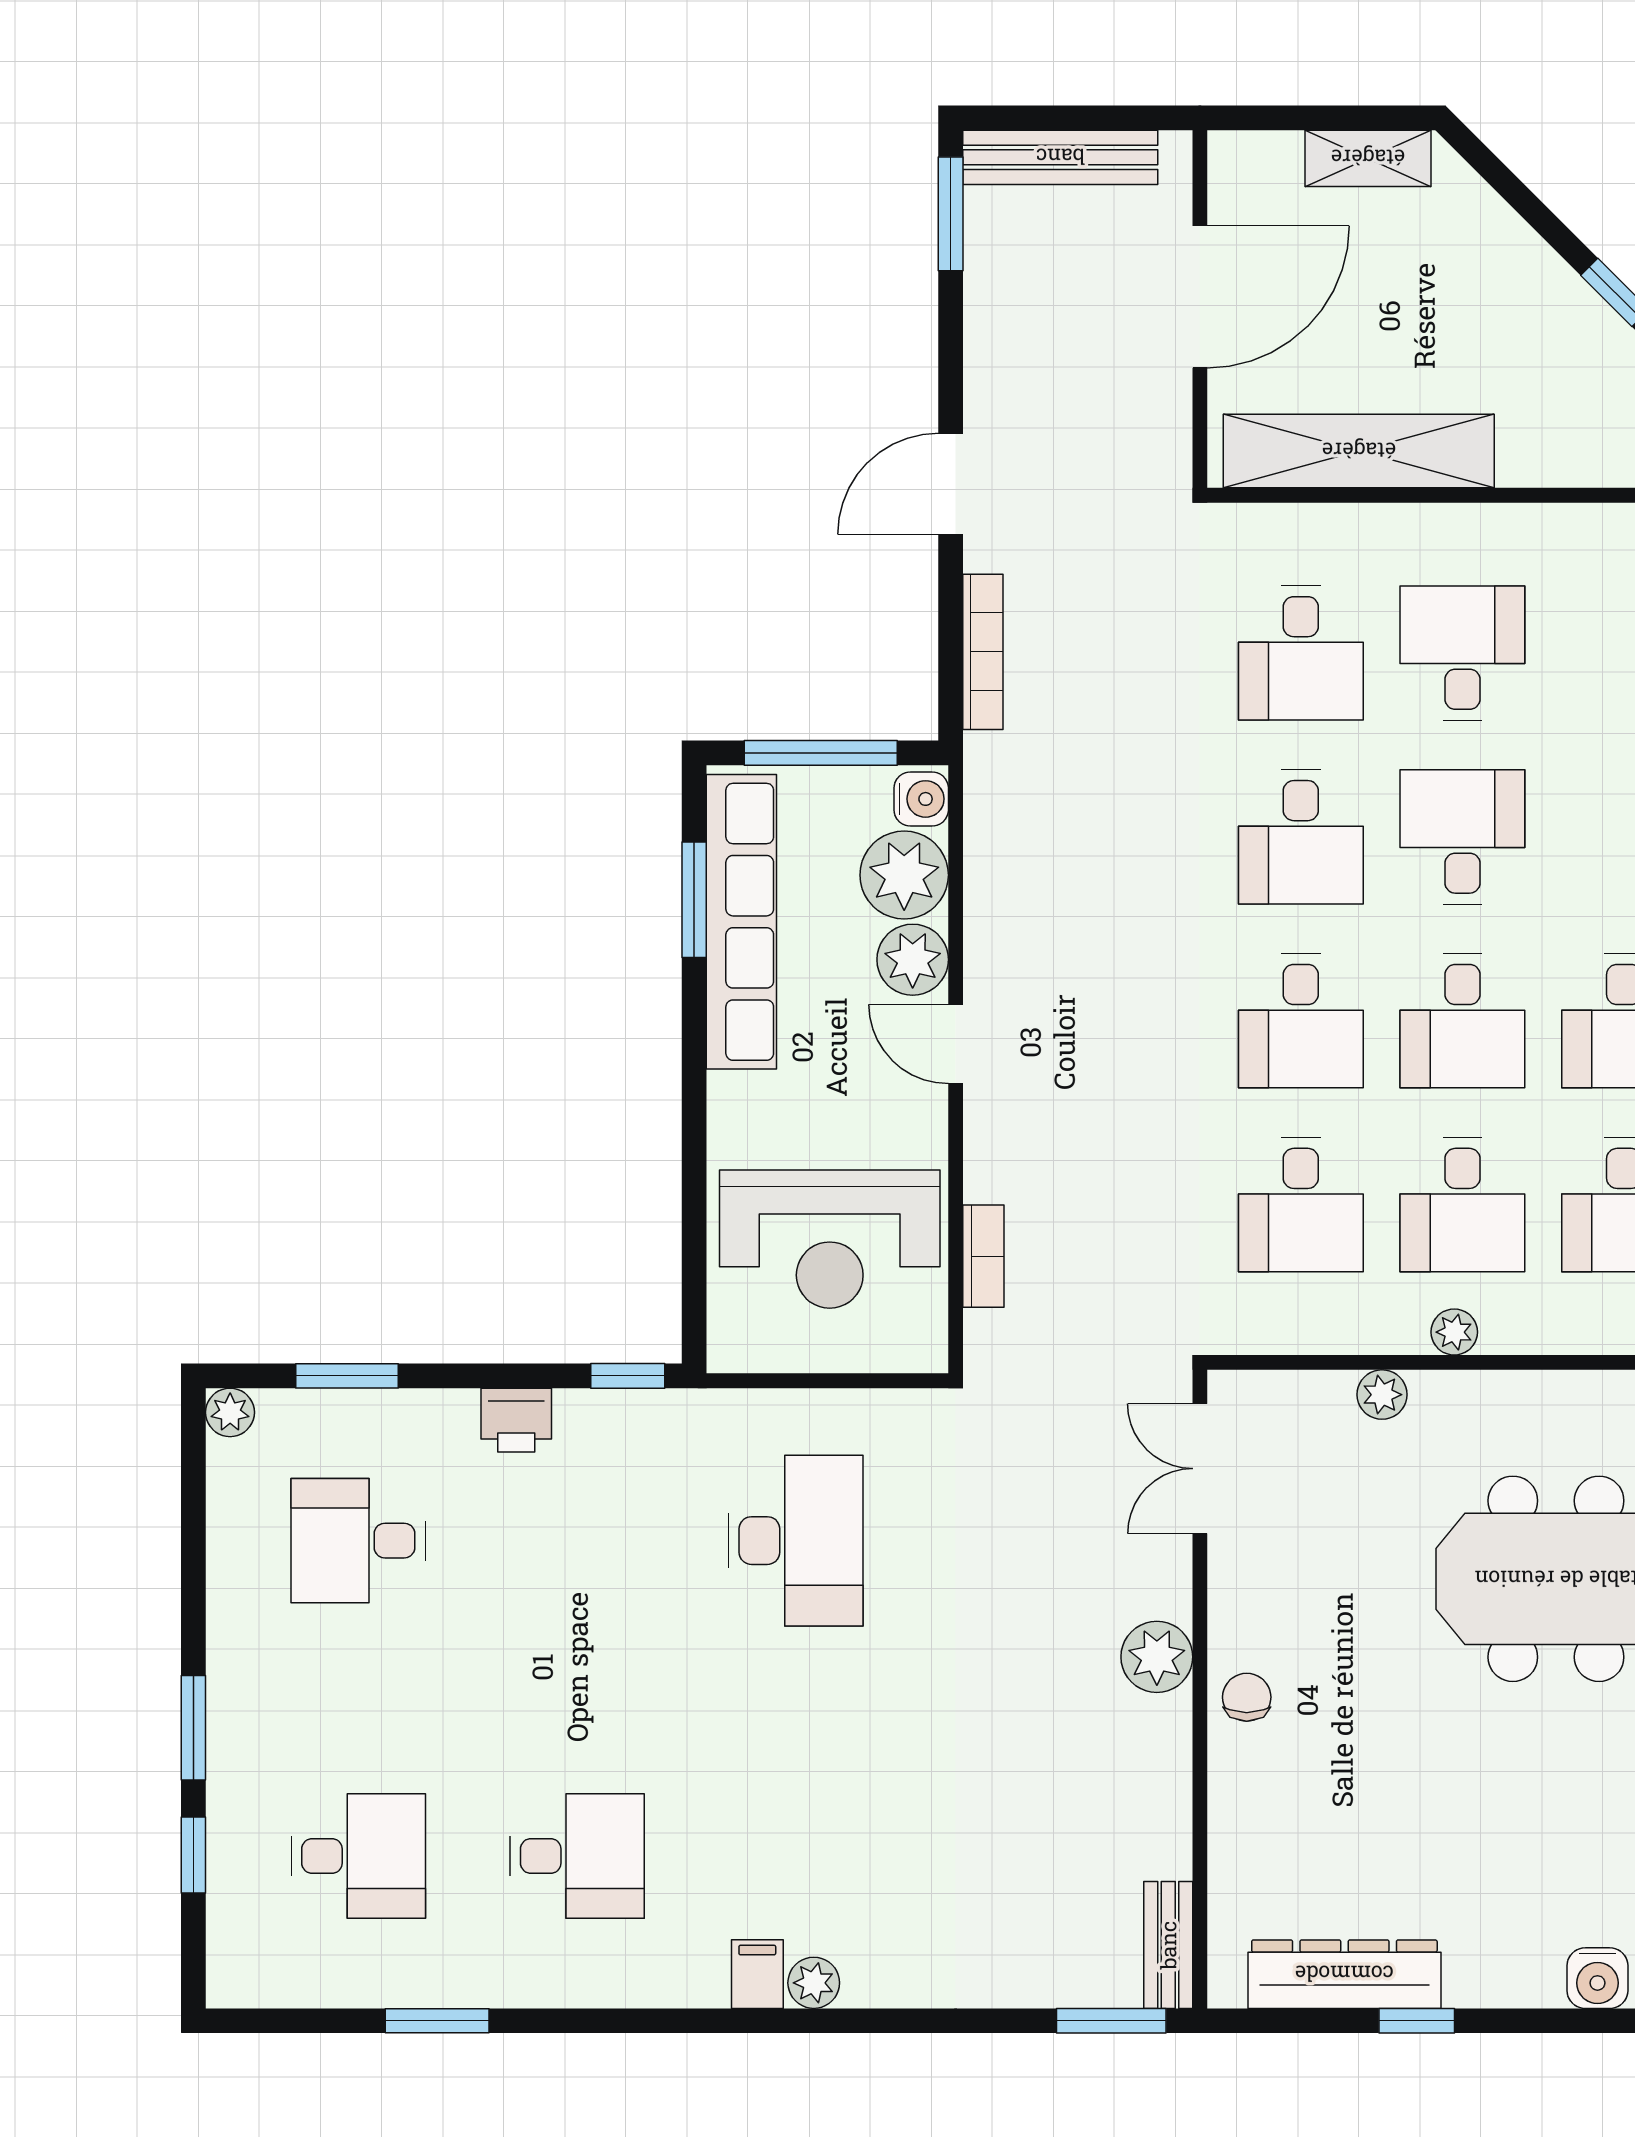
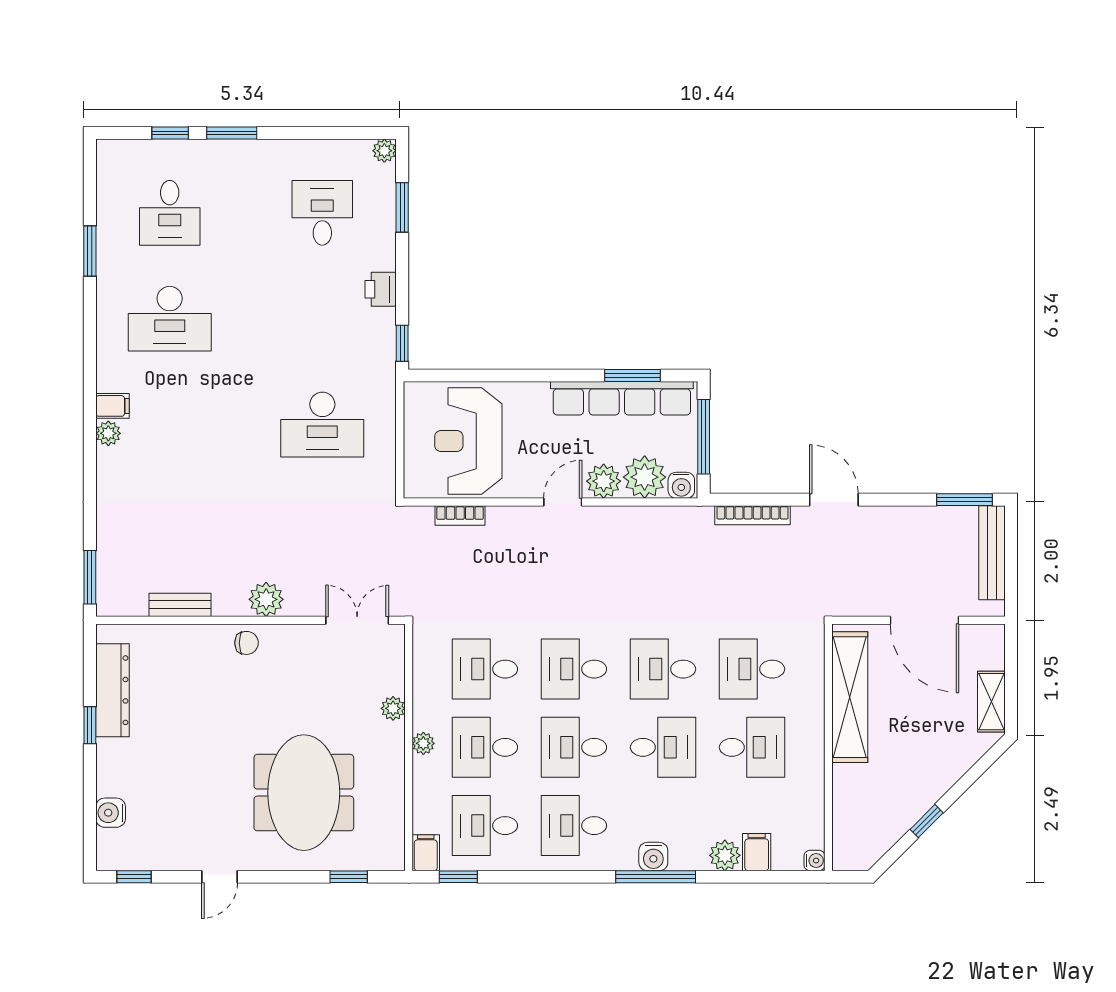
desk: (577, 1856) -> (170, 319), width x1.37
bench: (1168, 1945) -> (180, 605), moved

